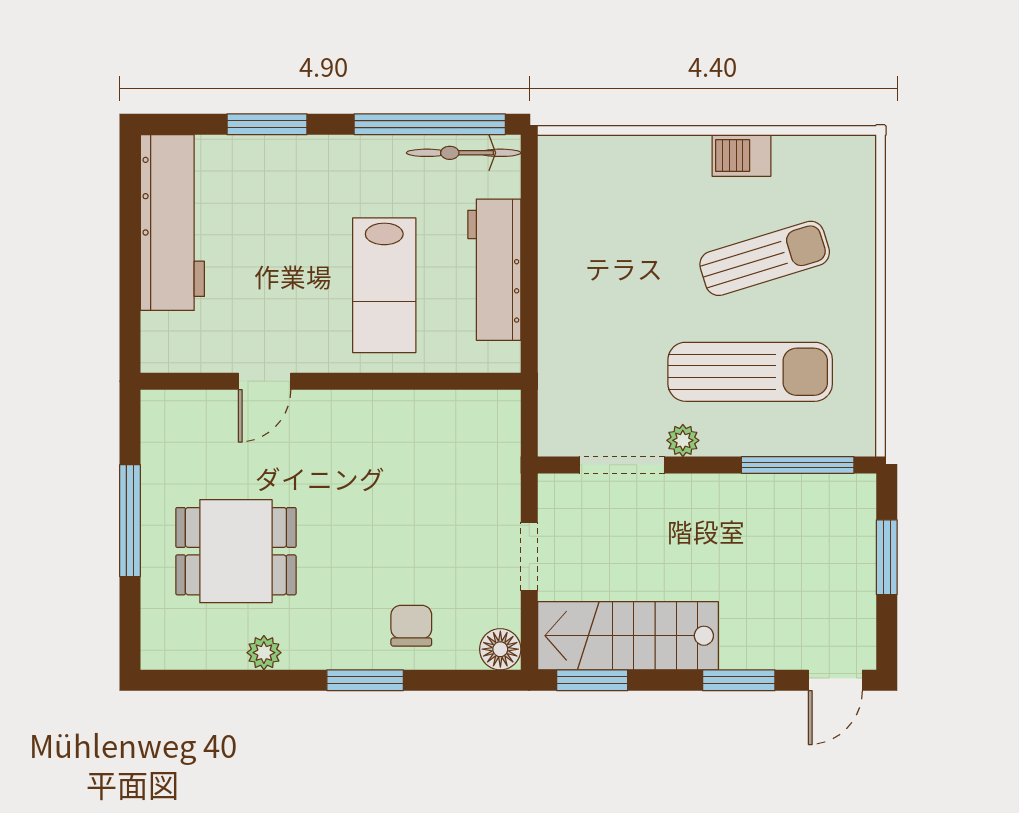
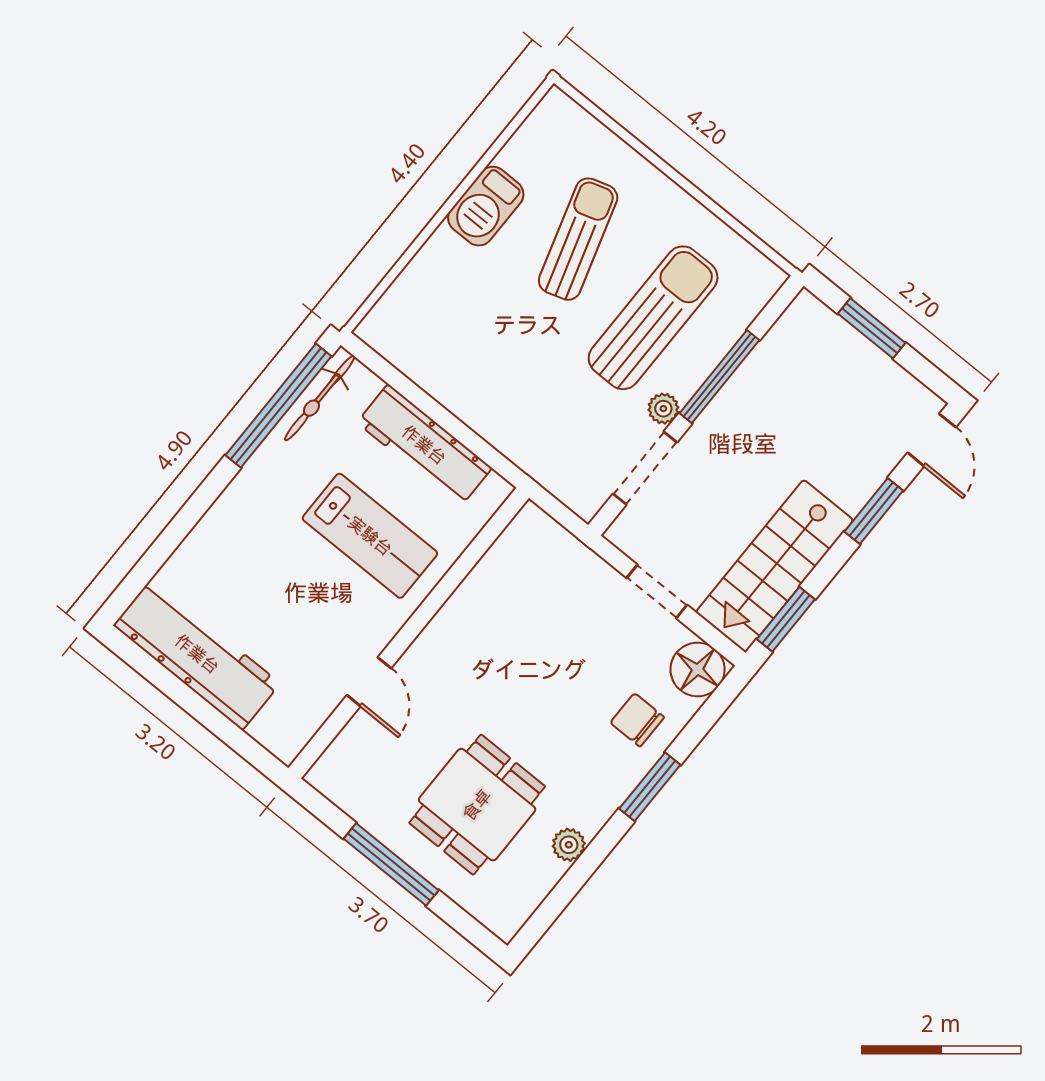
window: (267, 124) -> (181, 526), removed
barbecue: (741, 155) -> (486, 206), width x1.38, depth x1.27
window: (798, 465) -> (719, 377), moved
floor lamp: (500, 649) -> (698, 669), width x1.38, depth x1.38

